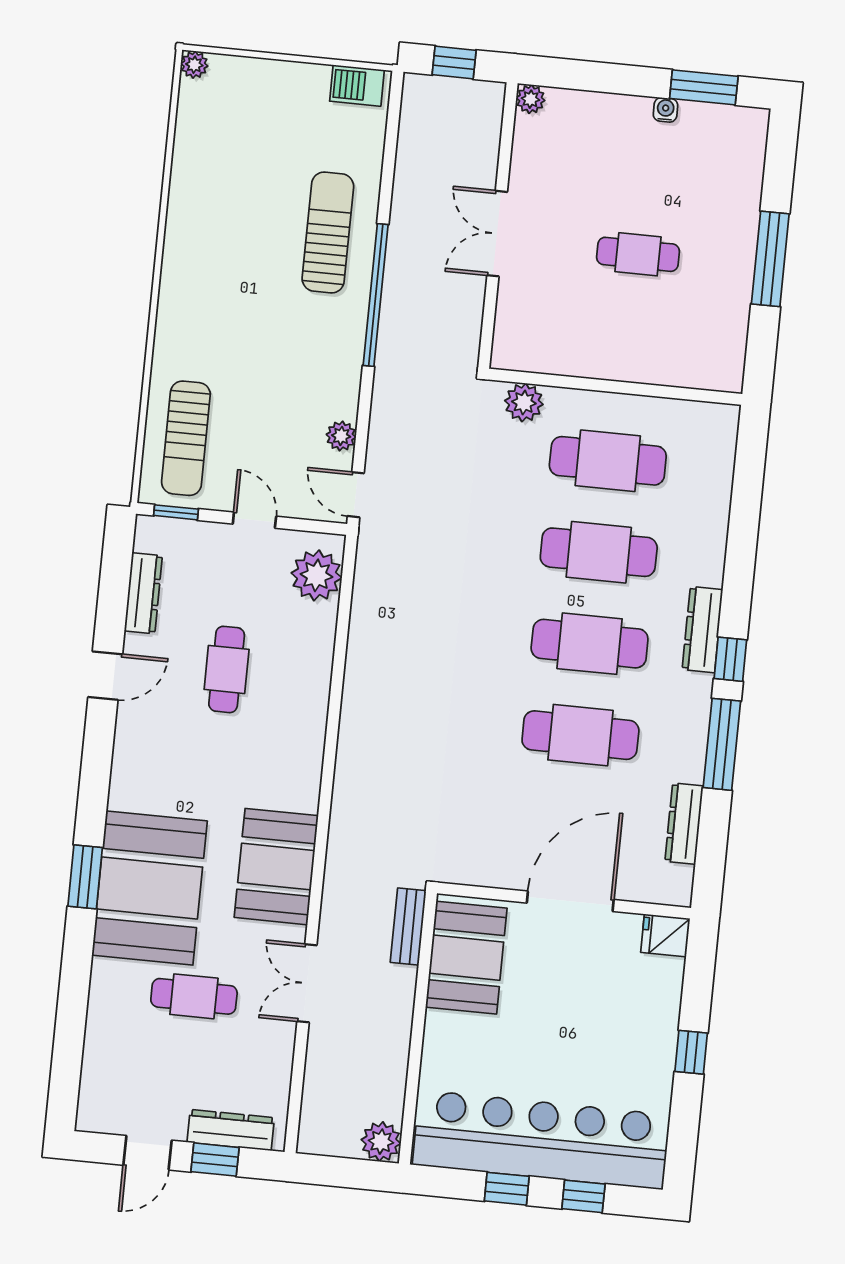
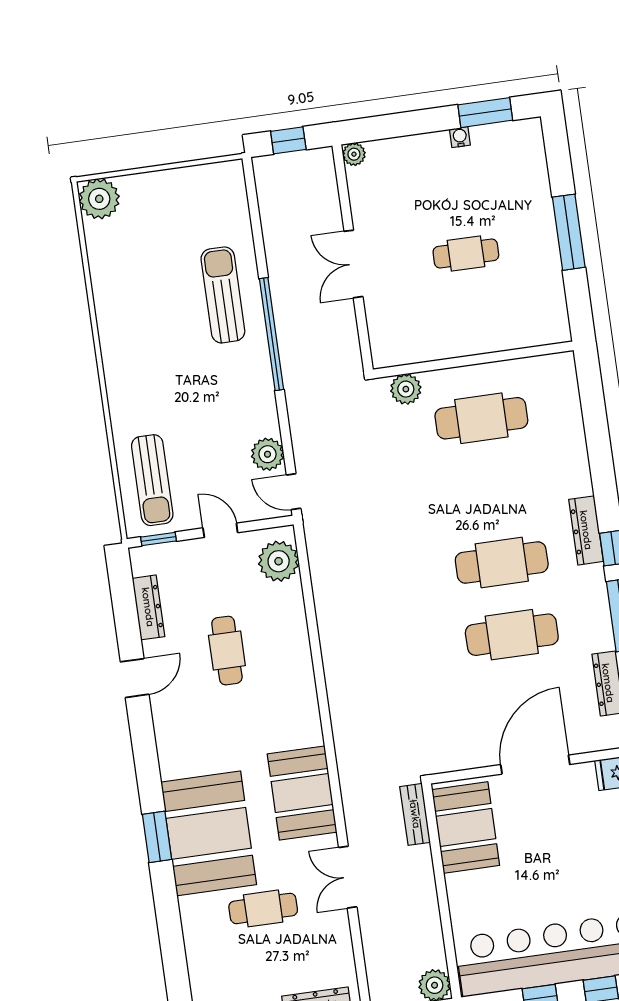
plant: (194, 65) -> (99, 199), width x1.88, depth x1.88
barbecue: (357, 86) -> (218, 176), removed
plant: (341, 436) -> (268, 454), width x1.38, depth x1.38
cafe table: (599, 552) -> (492, 490), removed

